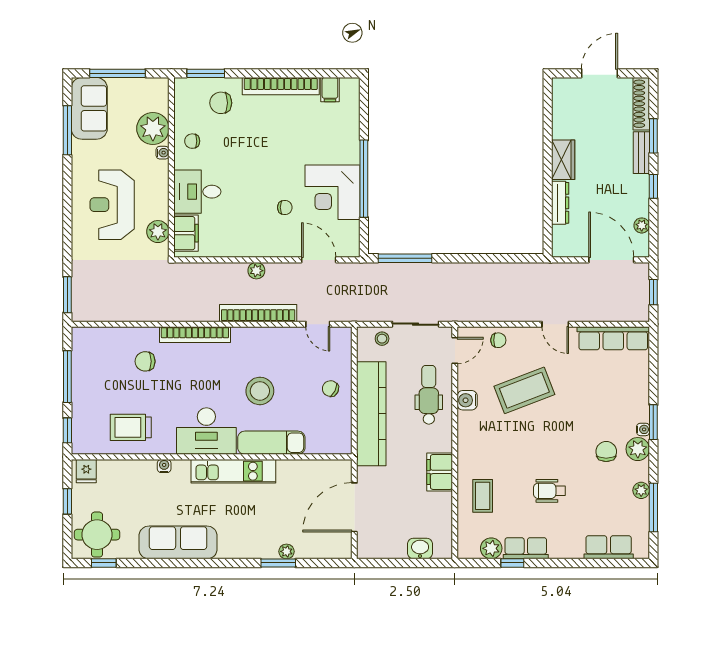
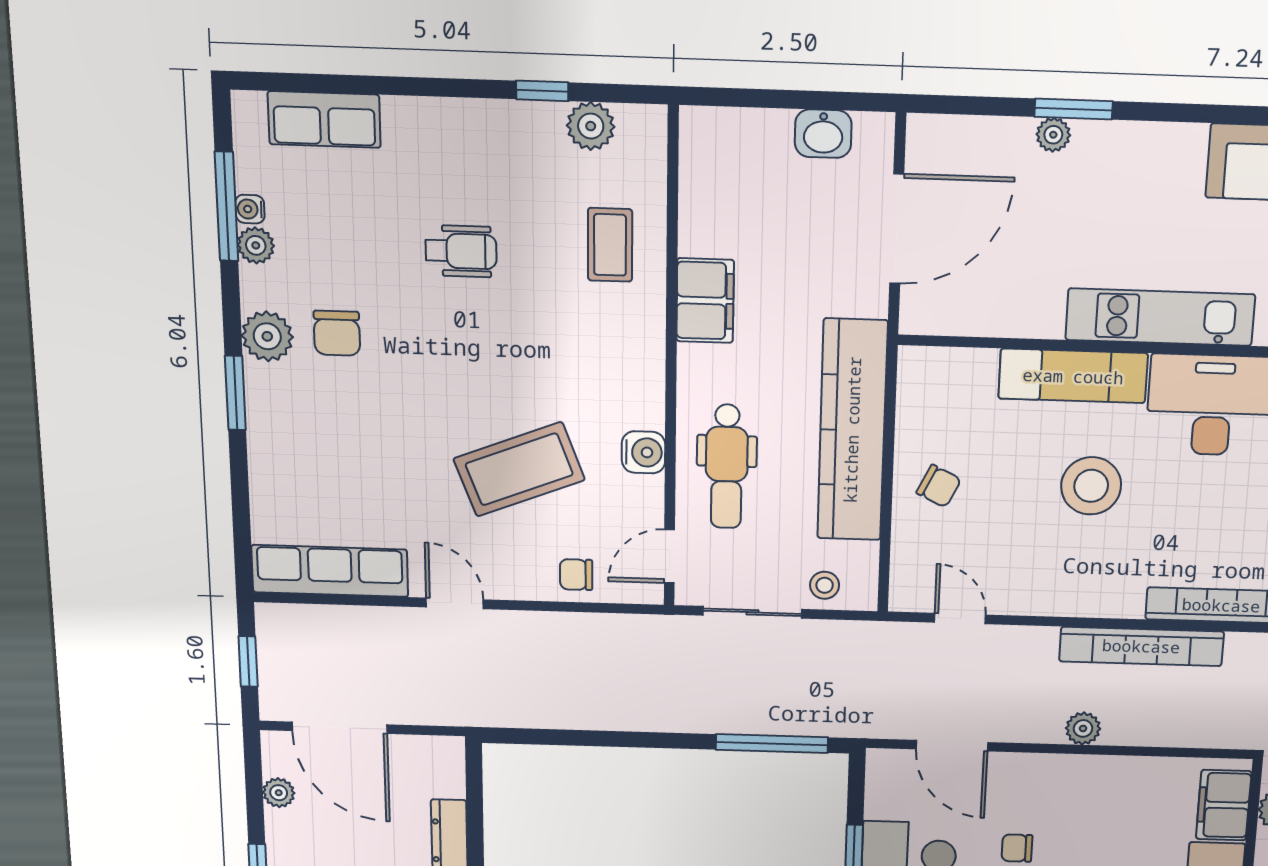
bookcase: (258, 313) -> (1141, 646), moved
water cooler: (643, 429) -> (250, 209), moved
washbasin: (420, 548) -> (823, 134), moved
row of seats: (526, 548) -> (512, 124), removed

